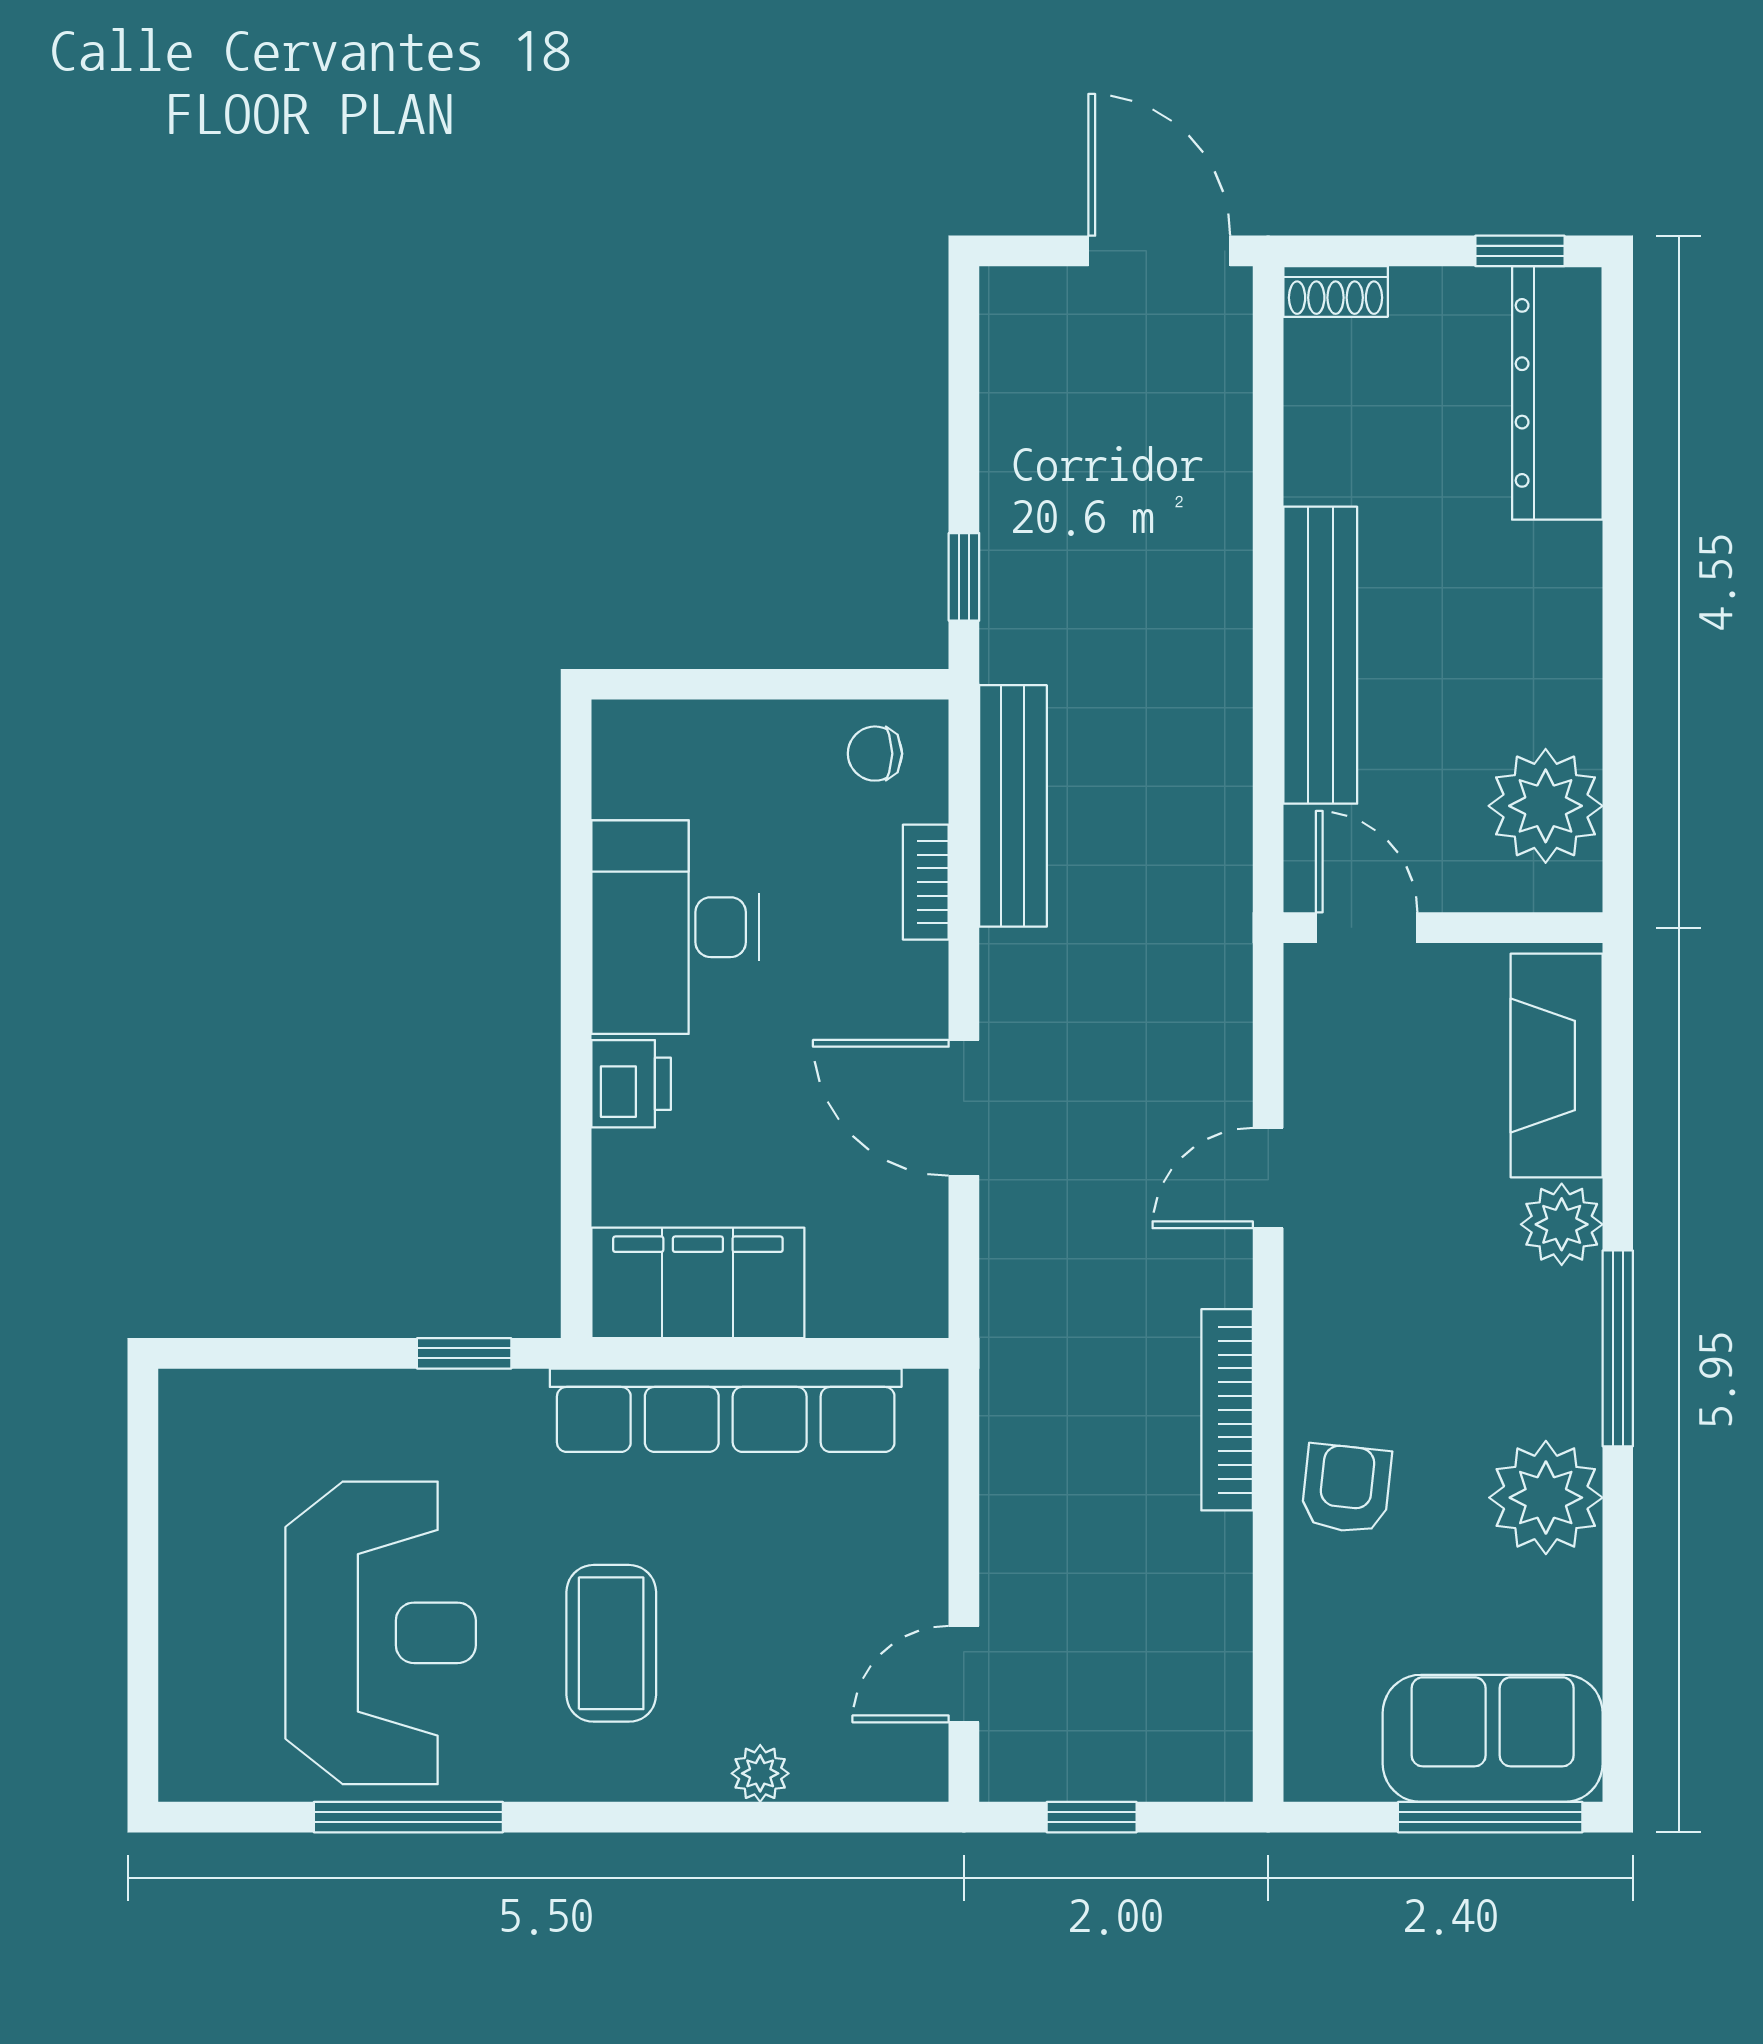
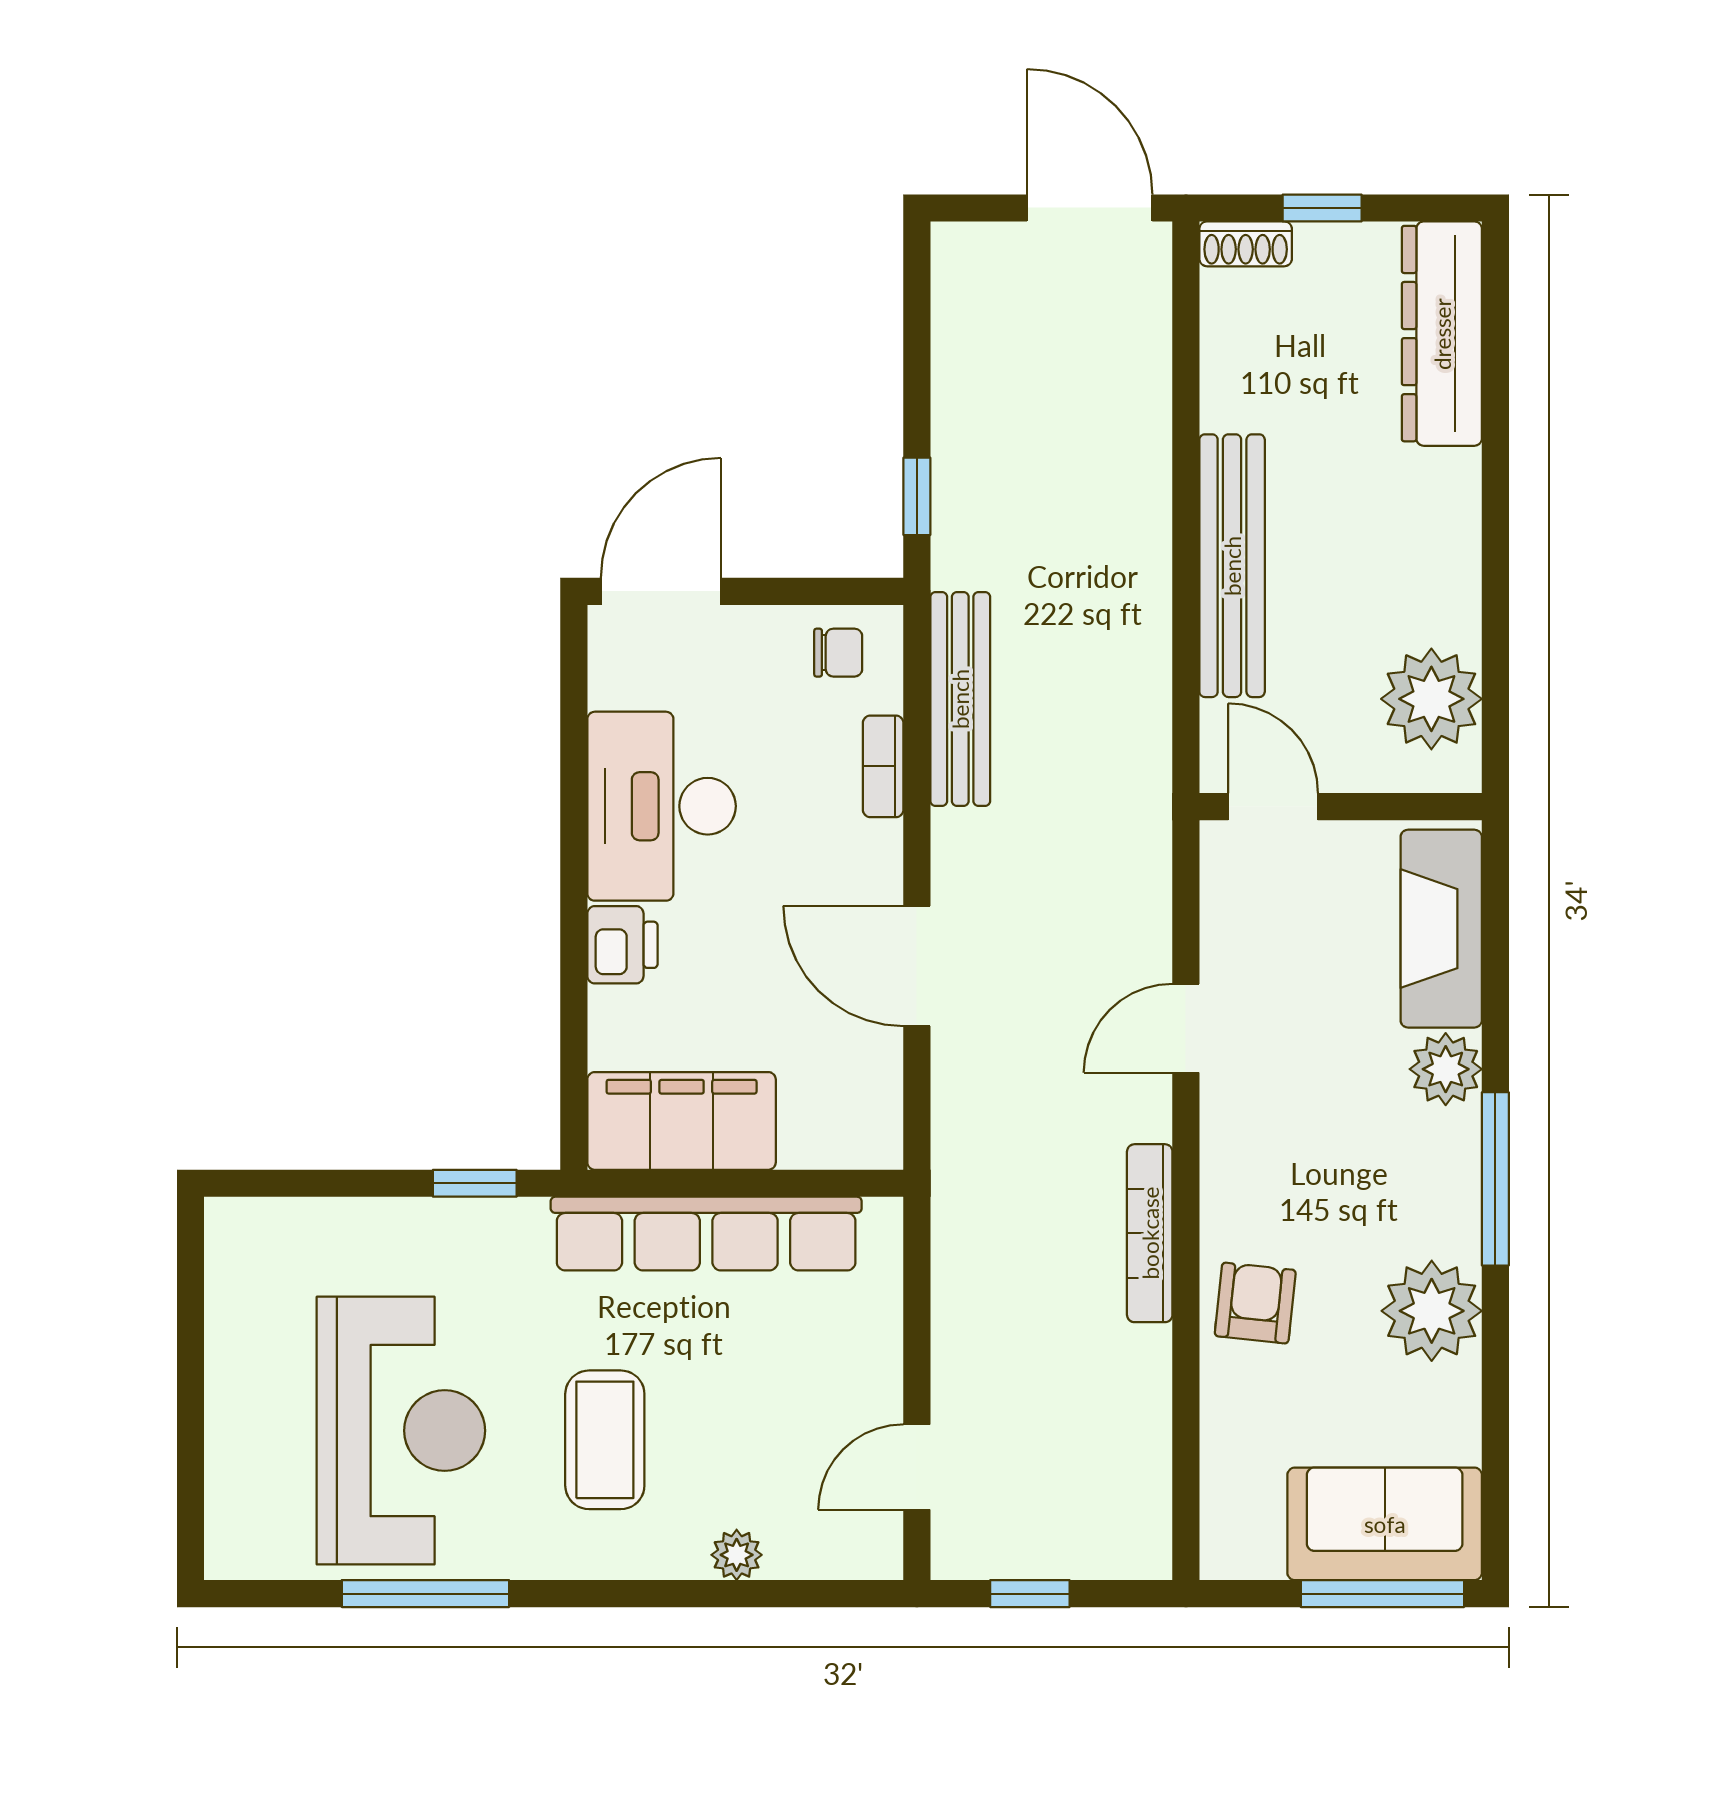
window: (1520, 251) -> (1322, 208), moved
door: (674, 684) -> (661, 591), added
chair: (875, 754) -> (838, 653), turned 180

